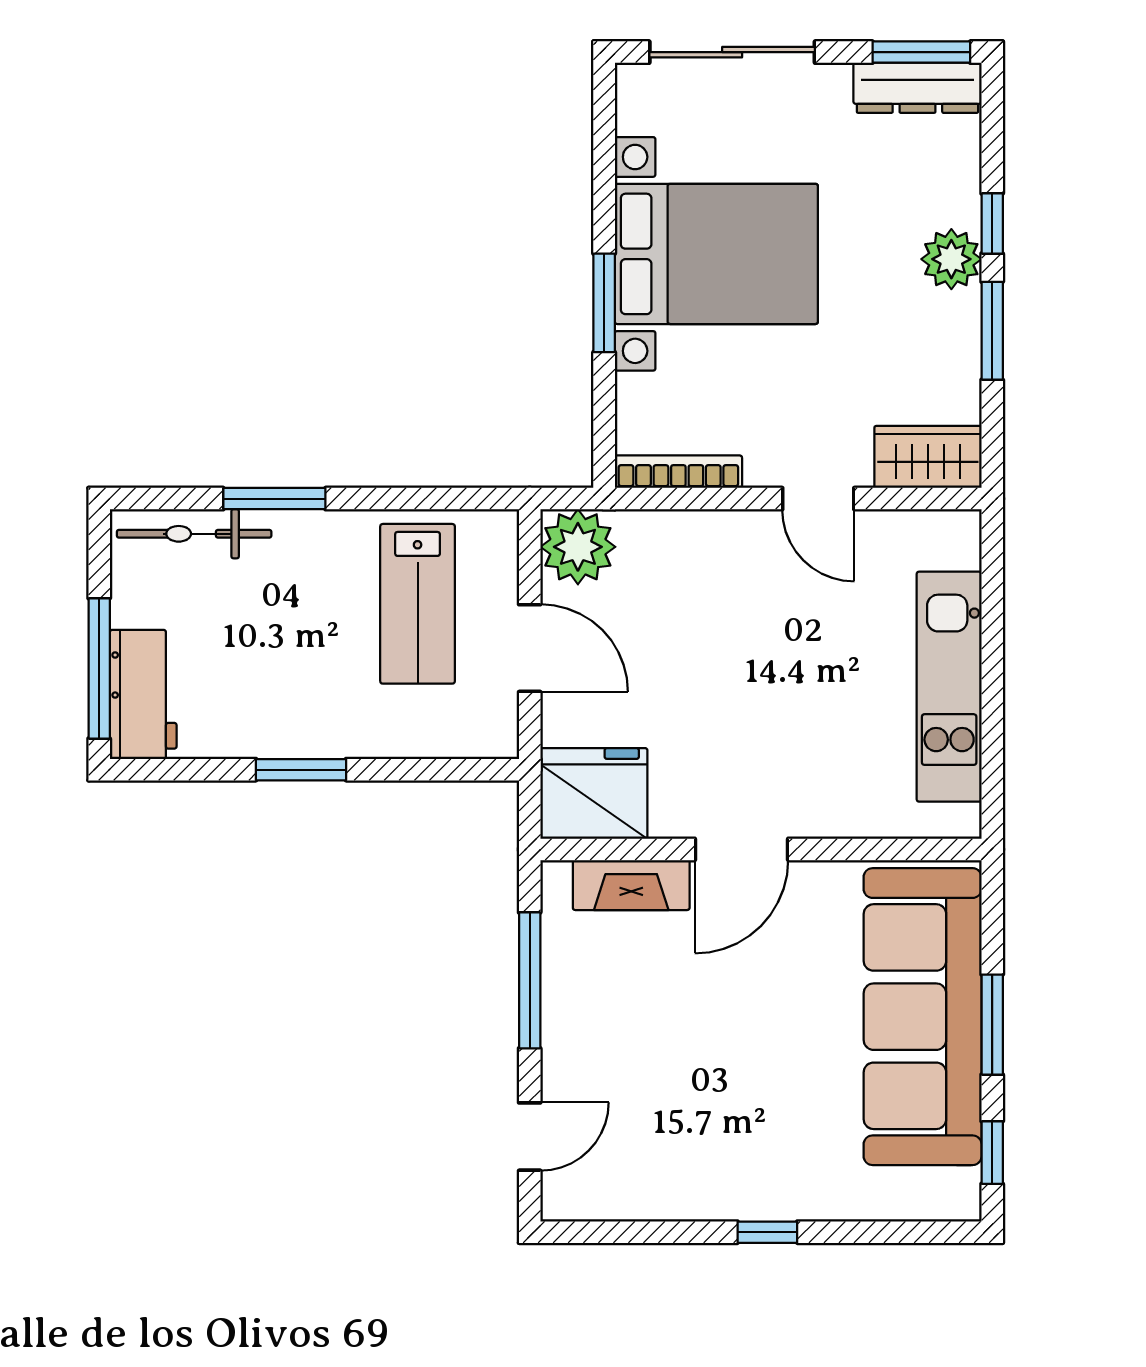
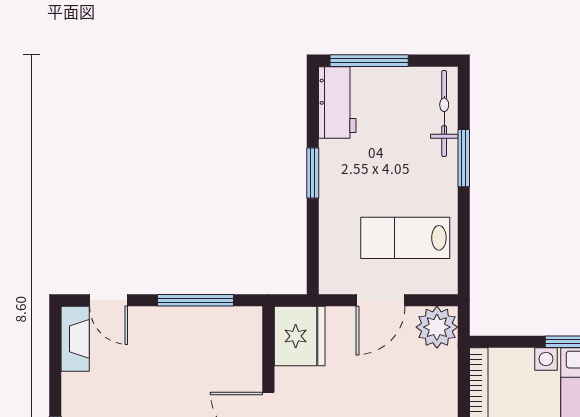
workbench: (143, 694) -> (337, 102), moved, turned -90
fireplace: (631, 885) -> (75, 339), moved, turned 180

